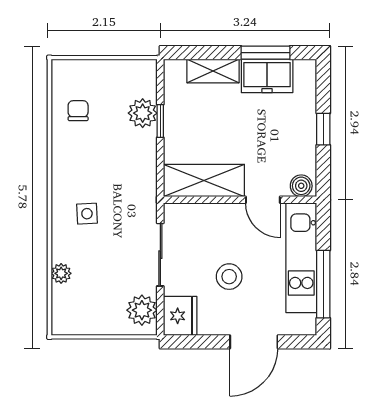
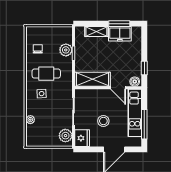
window: (323, 129) -> (144, 68), moved
cafe table: (98, 167) -> (46, 74), added

